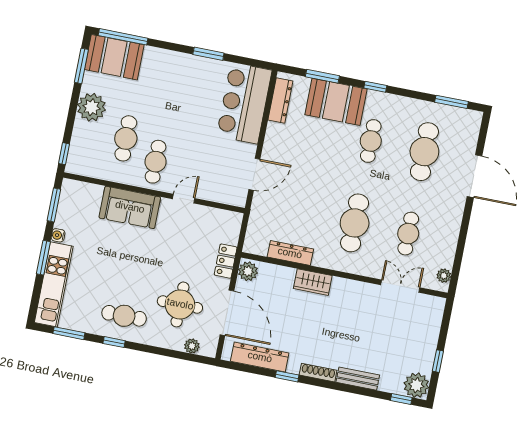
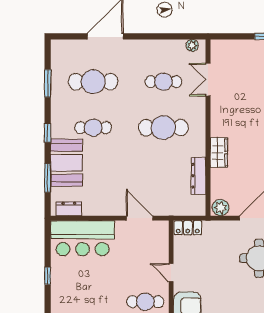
window: (208, 54) -> (48, 276), width x0.67
dresser: (280, 100) -> (69, 209), width x0.70
window: (452, 102) -> (48, 83), moved
locker: (226, 261) -> (188, 228), moved

